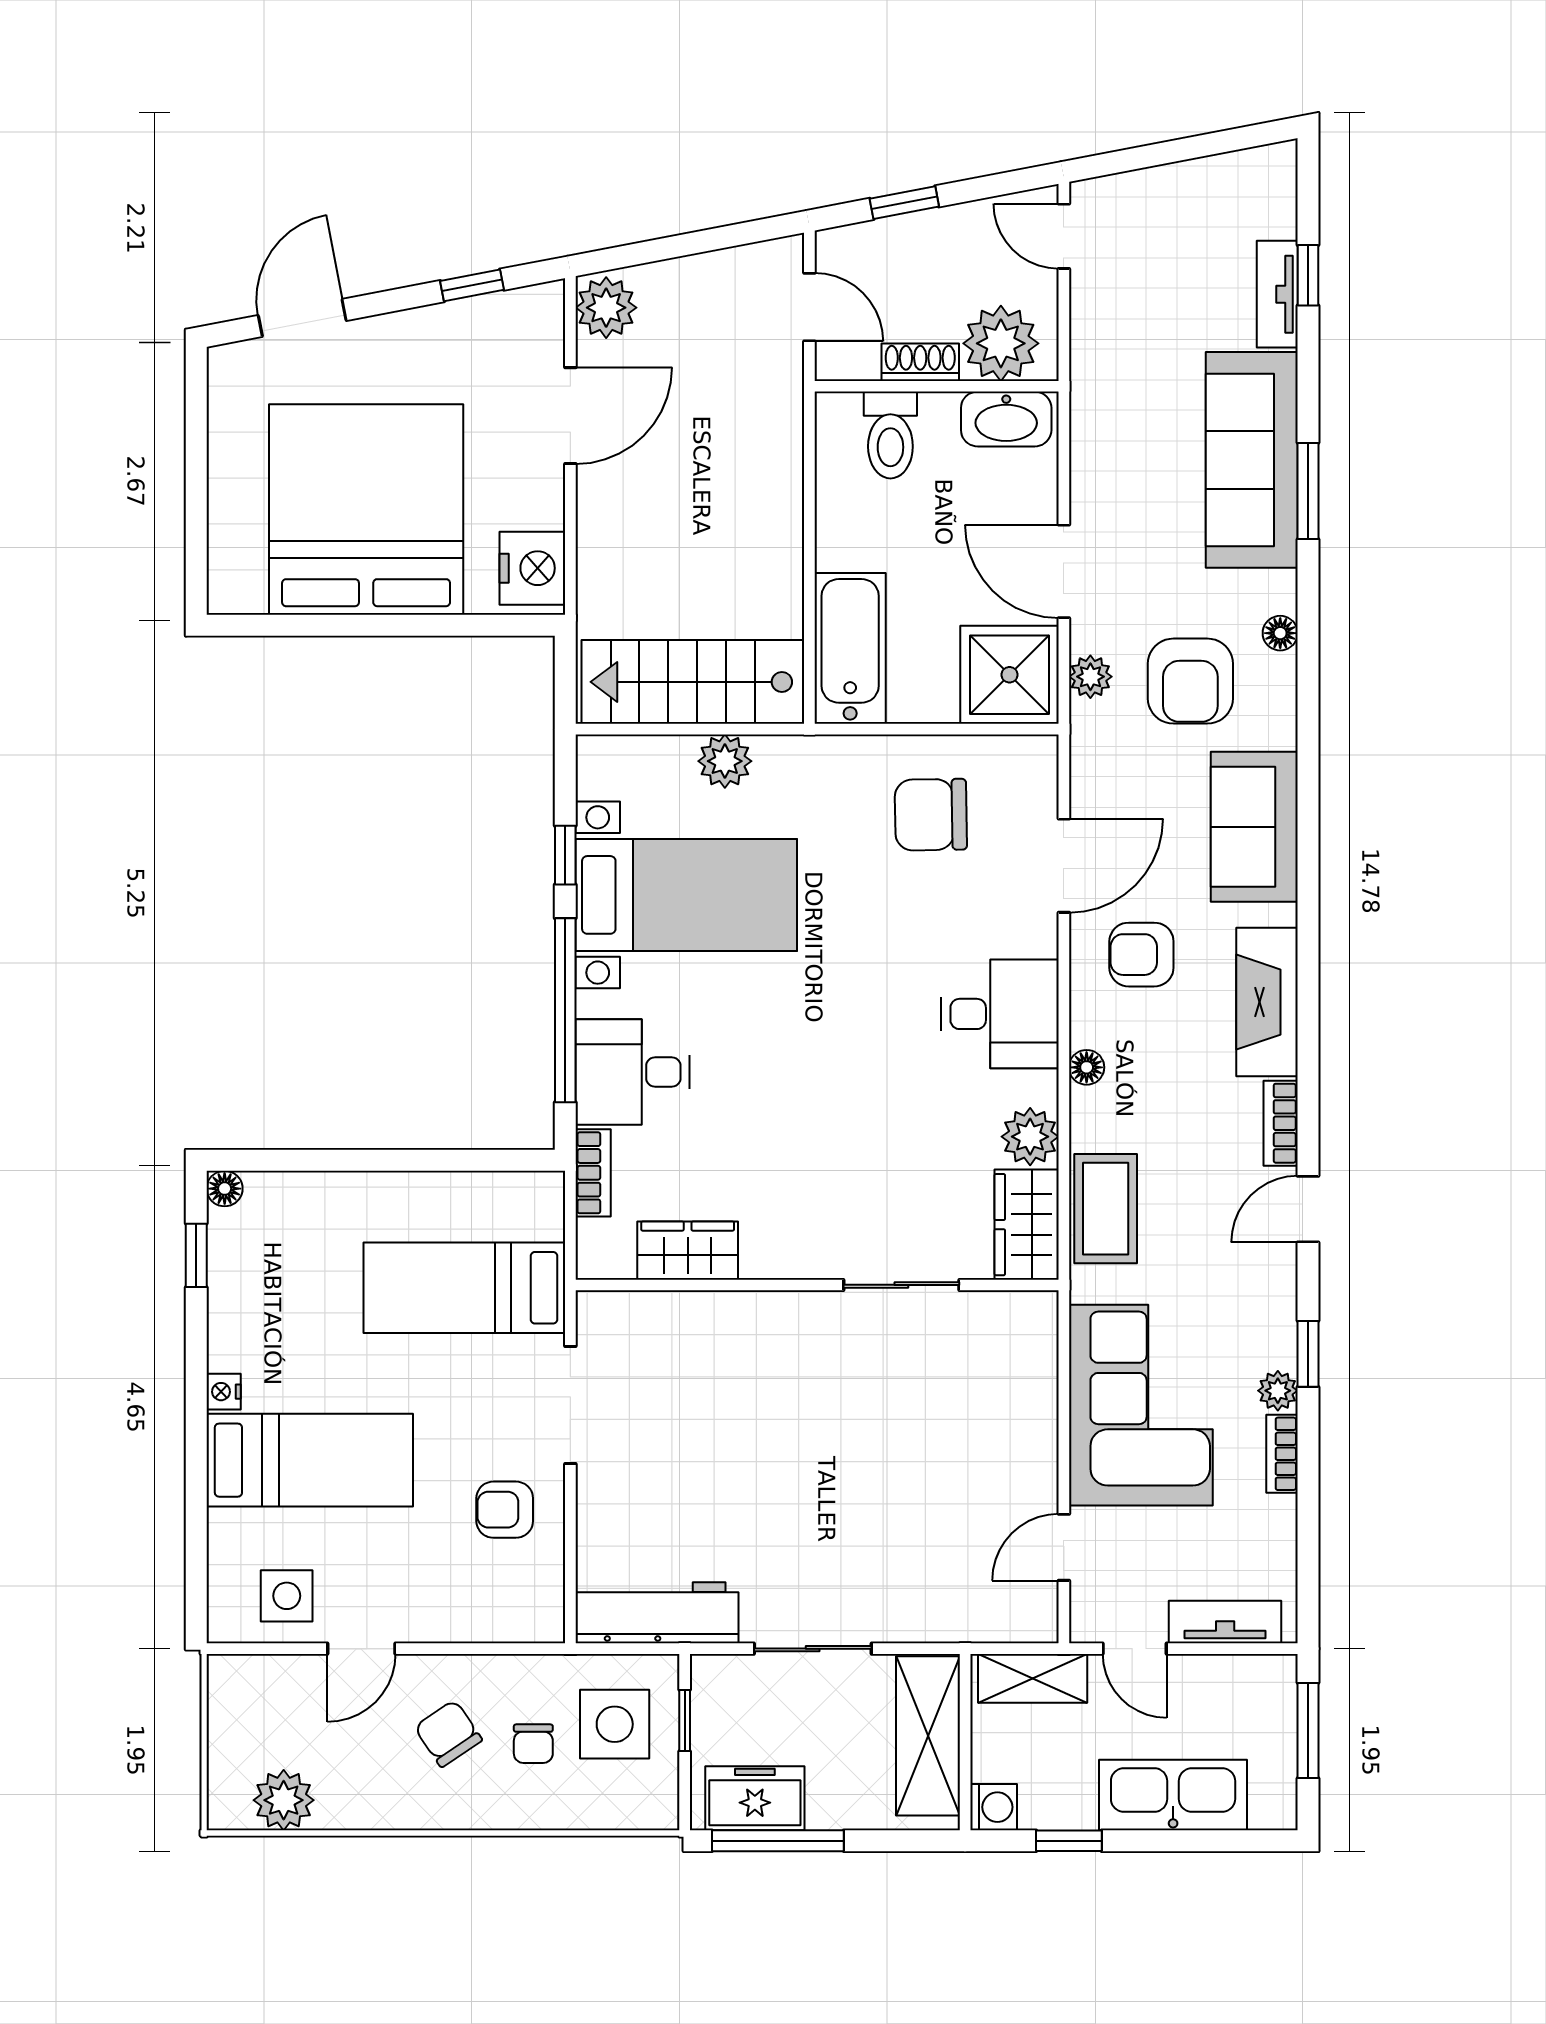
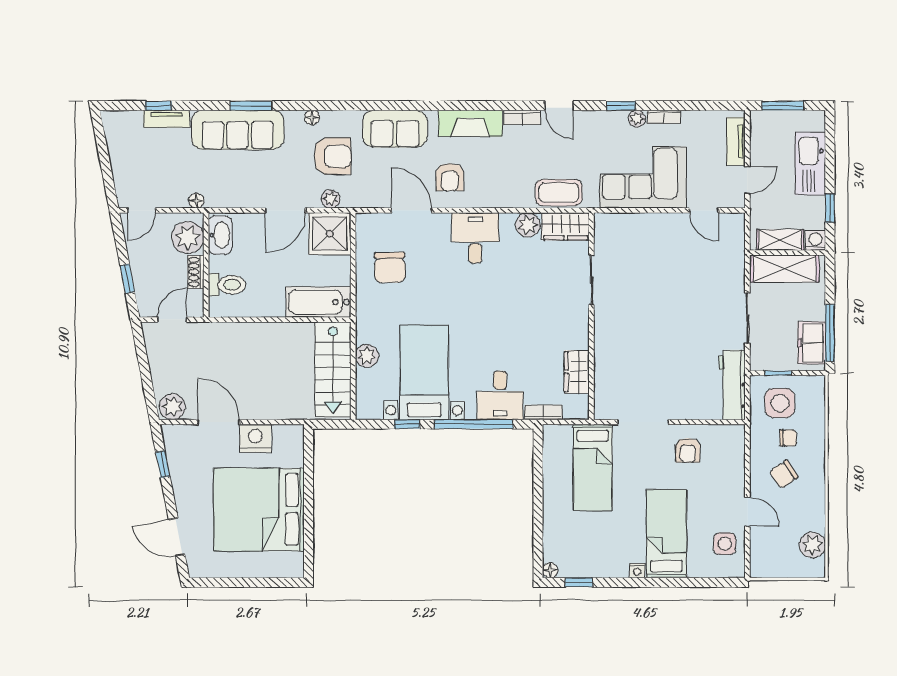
nightstand: (532, 568) -> (255, 438), moved
floor lamp: (1087, 1067) -> (196, 201), moved
shelving: (1033, 1678) -> (780, 240), moved, turned 90

